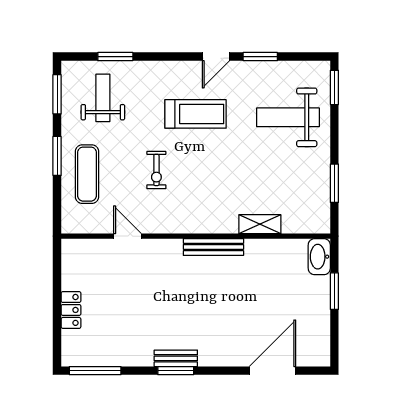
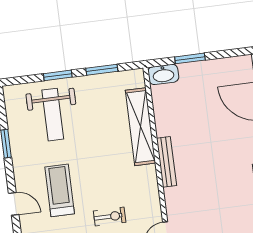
door: (216, 57) -> (14, 204), moved
window: (334, 87) -> (58, 75), moved
shelving: (260, 224) -> (140, 127), width x2.20, depth x1.33

